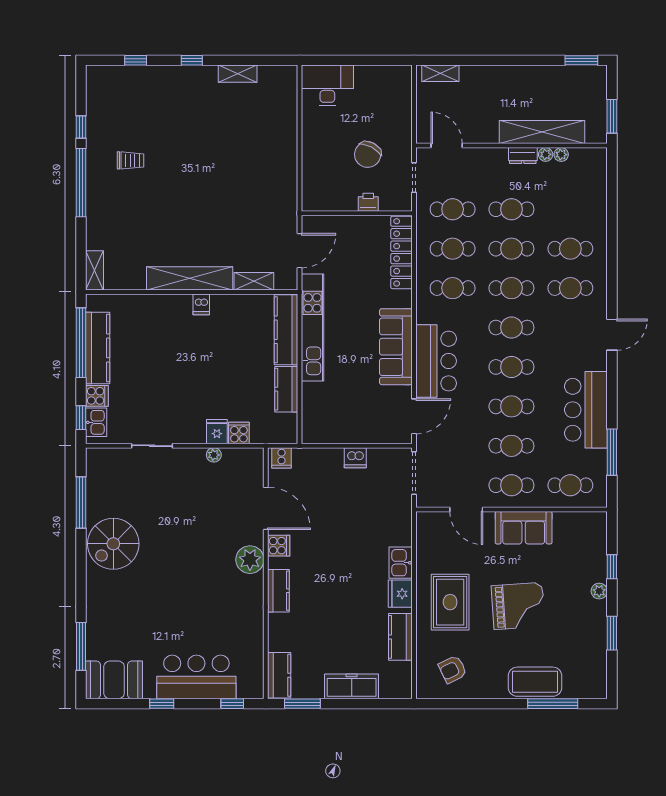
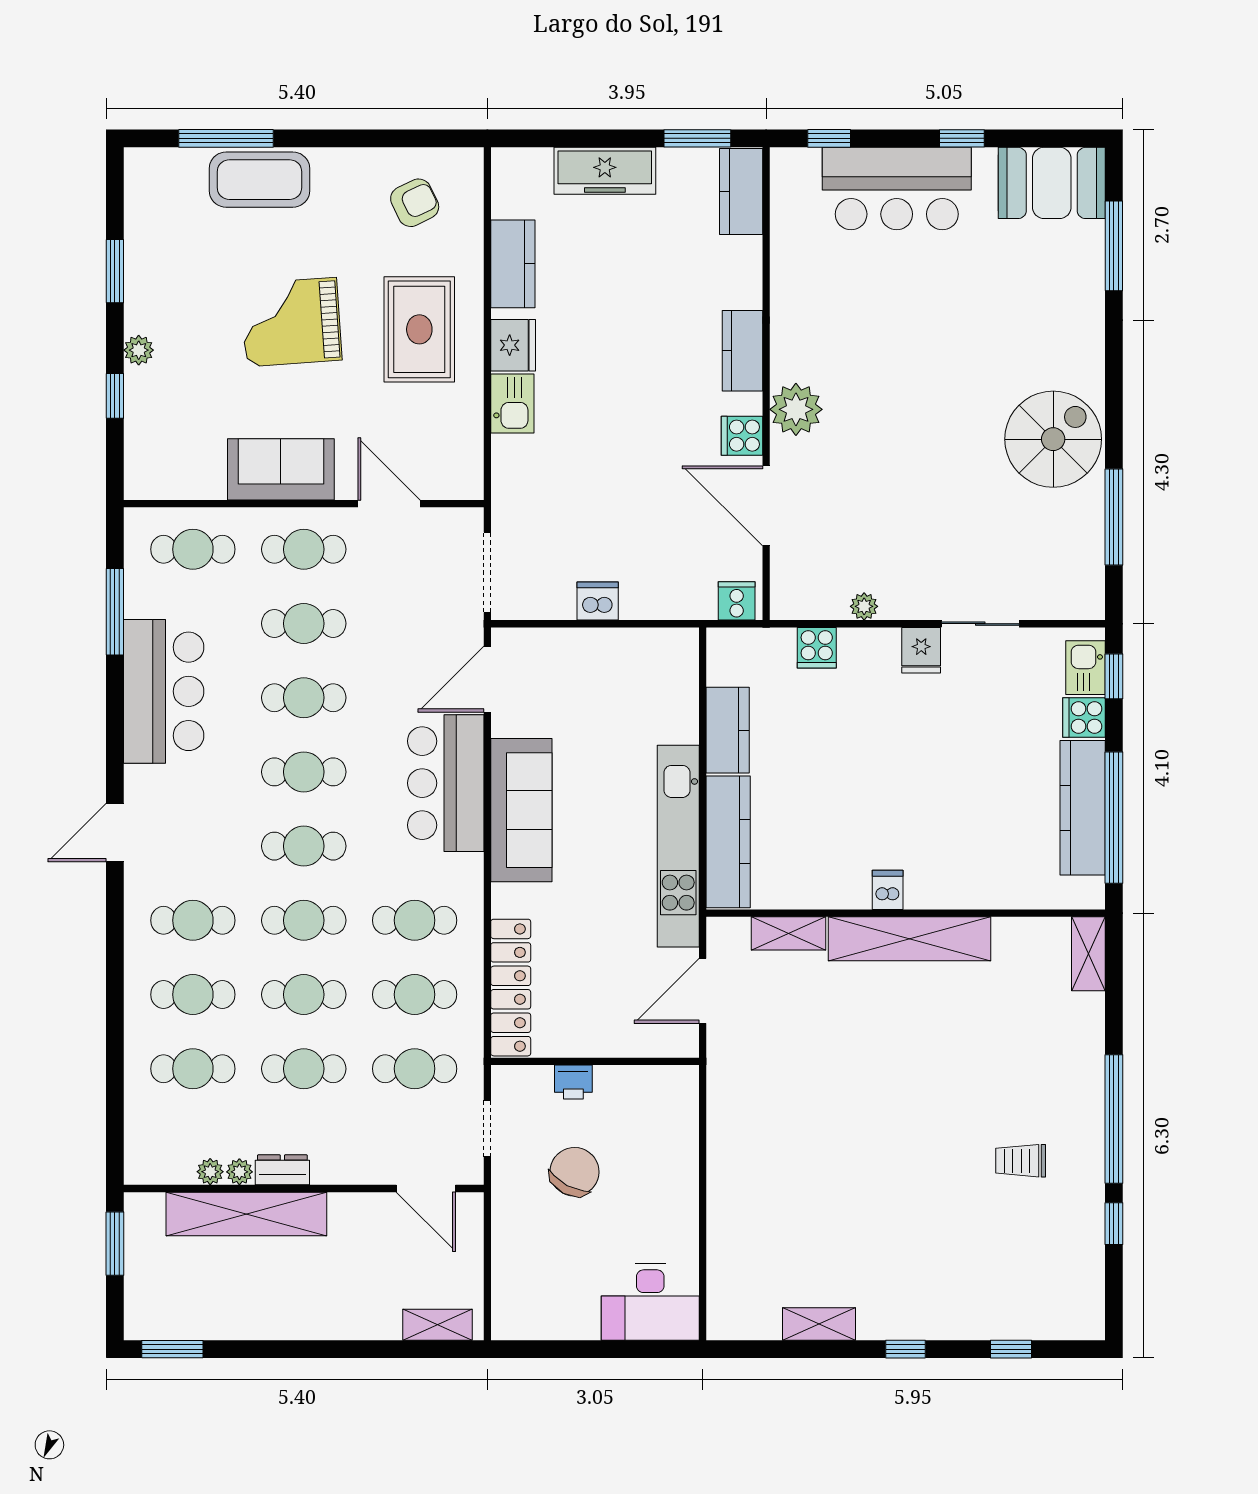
cafe table: (570, 209) -> (193, 1069), added
fridge: (217, 432) -> (921, 650), moved

